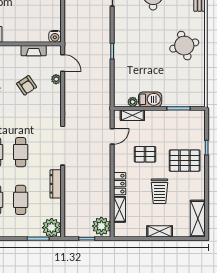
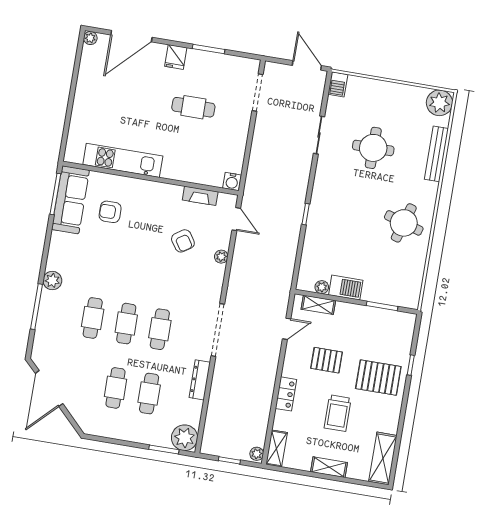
round table: (184, 46) -> (404, 223), turned 33
plant: (56, 79) -> (221, 257), moved
shelving: (120, 209) -> (277, 448), moved
plant: (101, 226) -> (257, 454), width x0.53, depth x0.53

